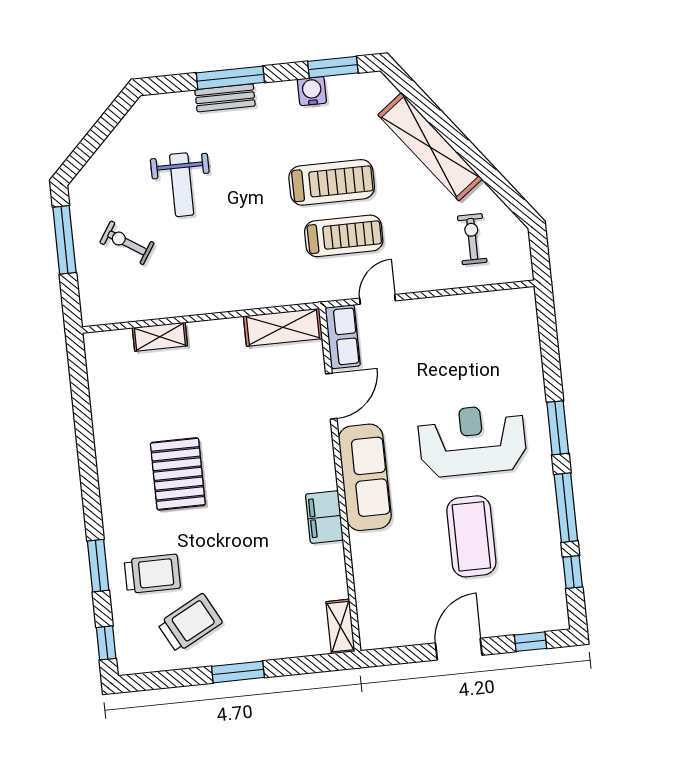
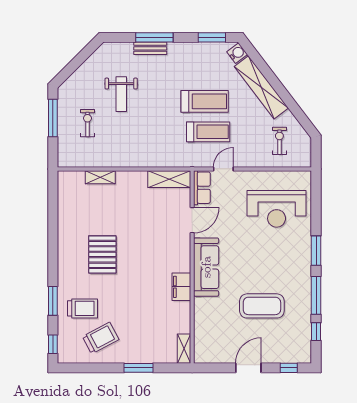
water cooler: (312, 91) -> (237, 53), moved, turned 53
exercise bike: (127, 243) -> (87, 123), turned 57
reception desk: (472, 441) -> (277, 209), moved, turned 180
coffee table: (471, 536) -> (262, 306), turned 90
window: (238, 672) -> (139, 368), moved

